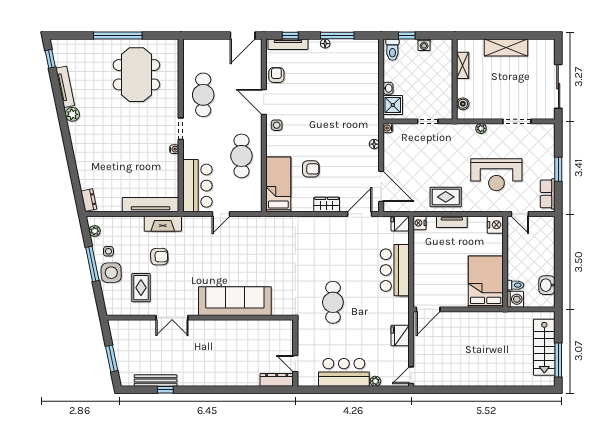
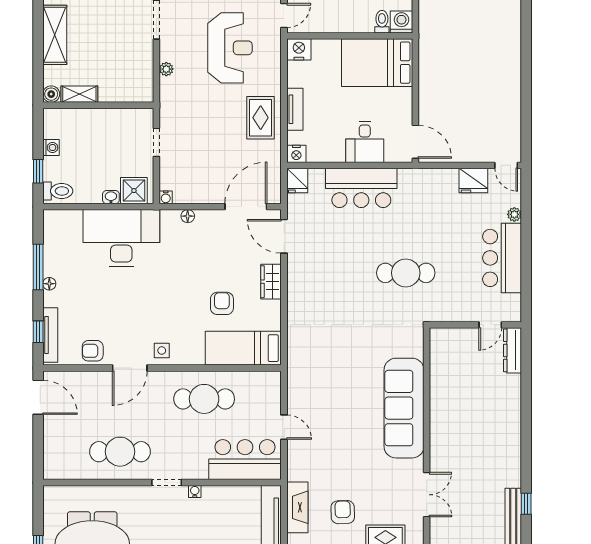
desk: (358, 96) -> (121, 238), added
boiler: (463, 104) -> (51, 94), moved
desk: (428, 273) -> (365, 142), added
fridge: (400, 335) -> (473, 180), moved

